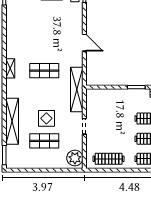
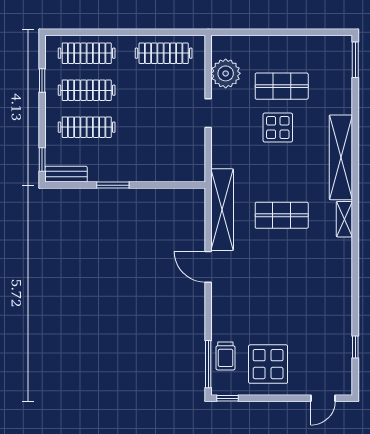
shelving: (77, 90) -> (222, 210), moved
shelving: (12, 121) -> (341, 157), moved
plant: (75, 158) -> (226, 73), moved

